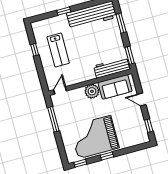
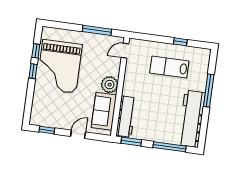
window: (64, 11) -> (209, 91), width x2.17
window: (121, 23) -> (170, 147), width x1.44
door: (60, 90) -> (125, 51), swing flipped
grand piano: (94, 137) -> (59, 66), turned 180
window: (80, 163) -> (36, 51), moved

